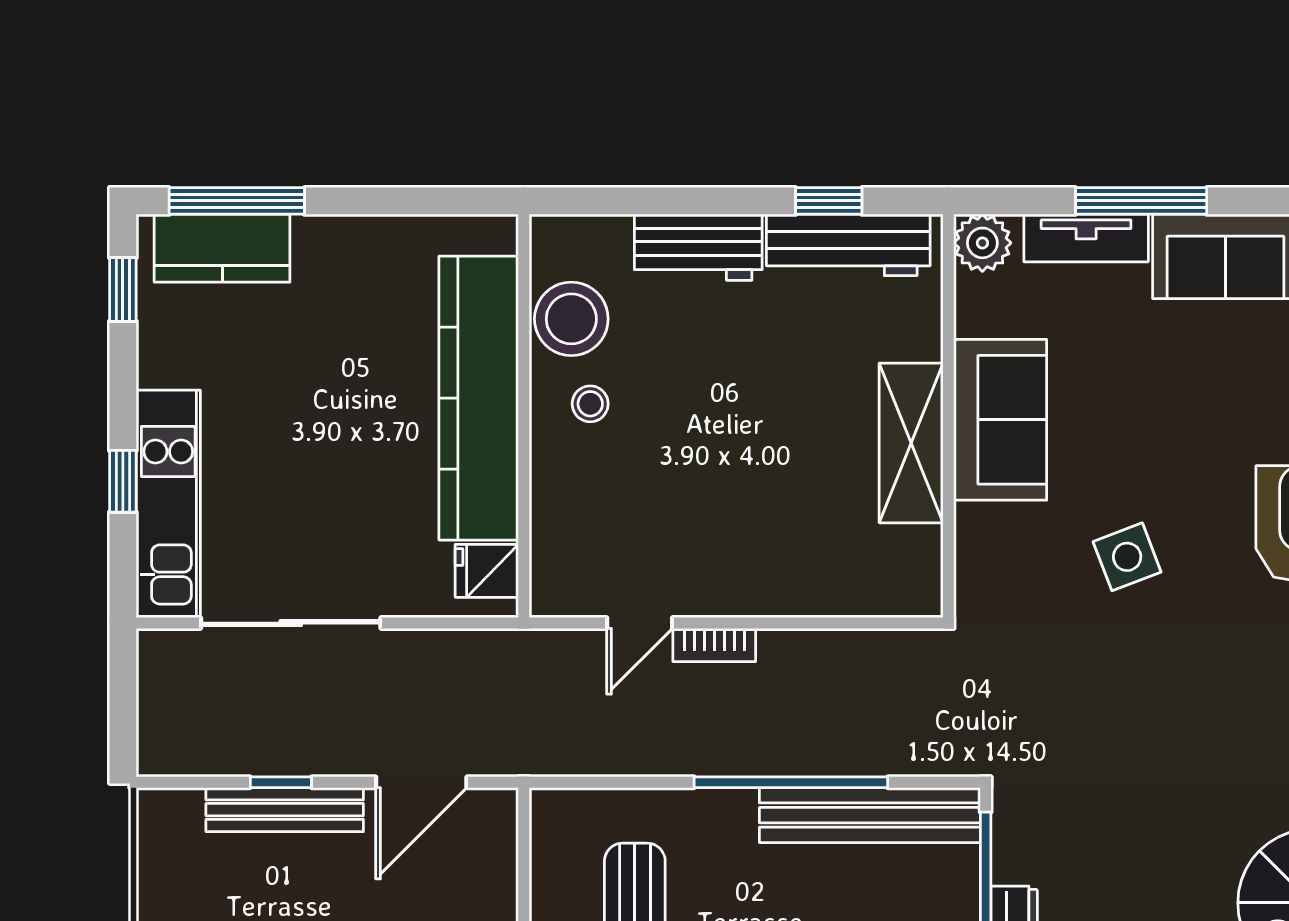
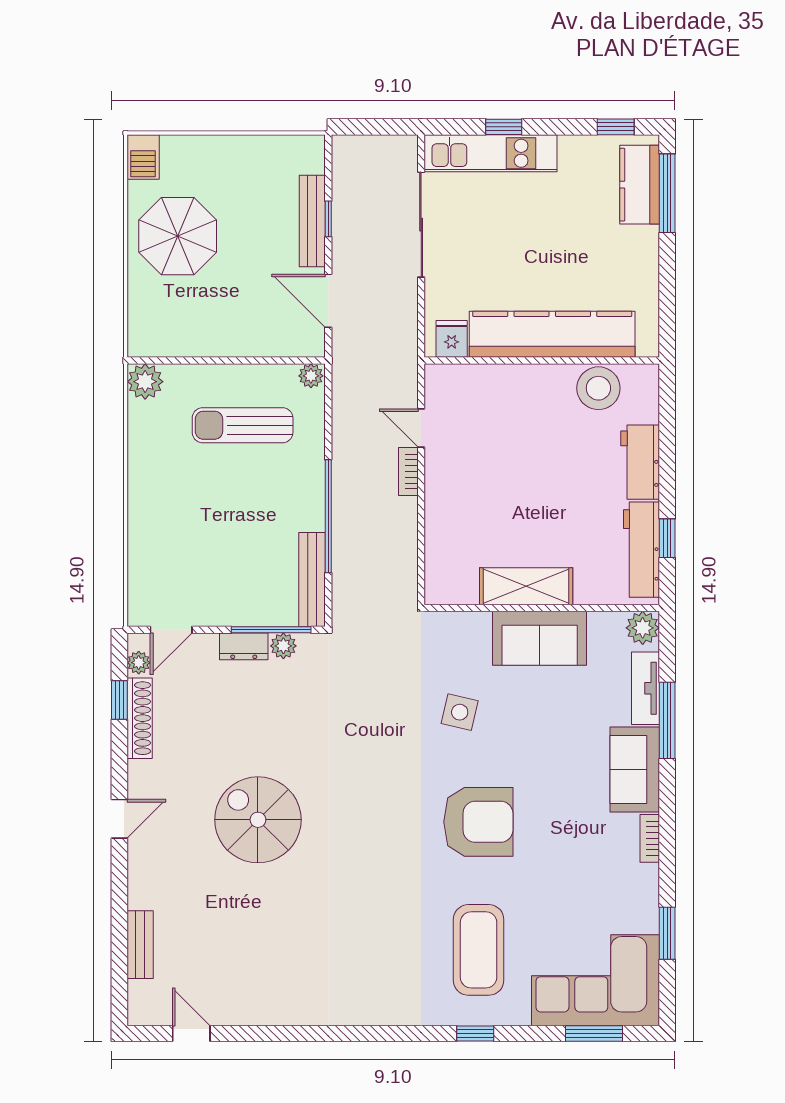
stool: (590, 404) -> (549, 399), removed
side table: (1127, 557) -> (460, 712), turned 34
plant: (550, 812) -> (311, 376), added
bench: (870, 815) -> (312, 579), width x0.73, depth x0.82
plant: (1013, 859) -> (283, 646), added

